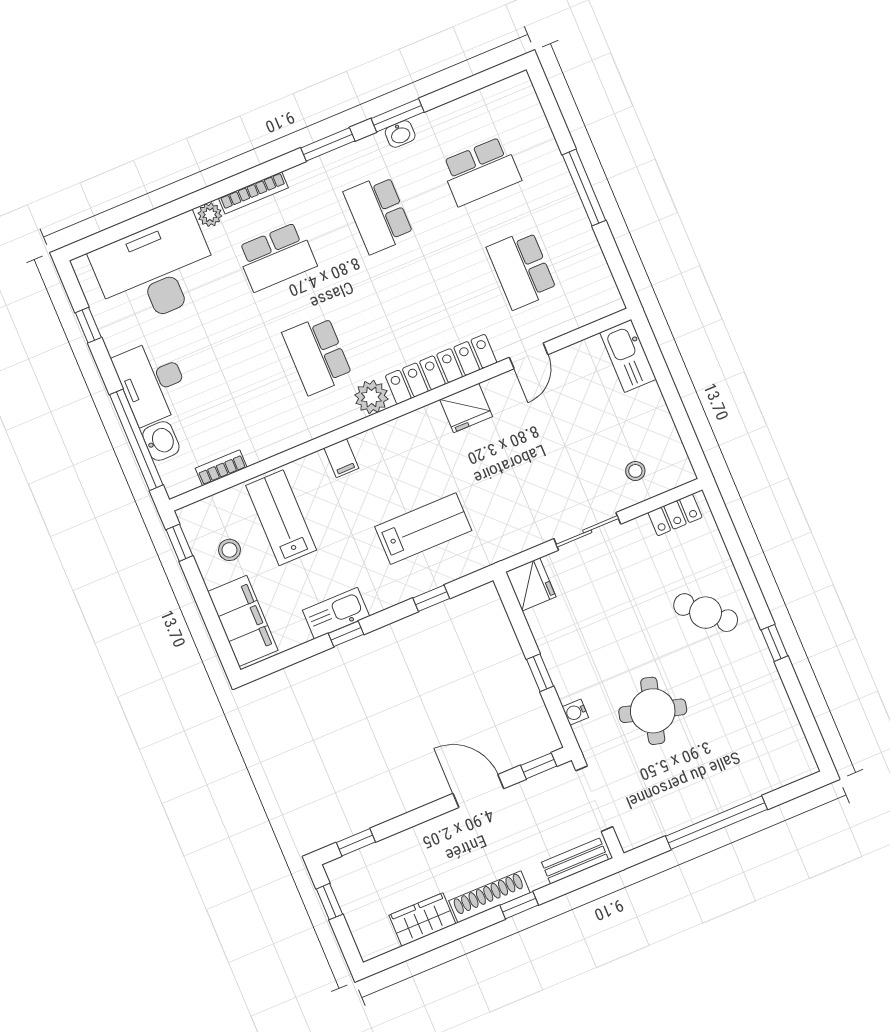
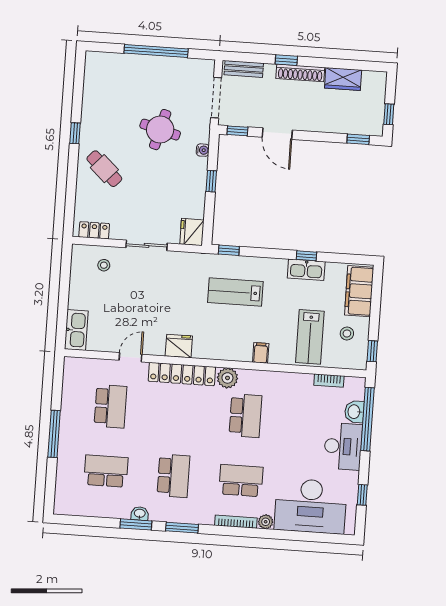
window: (431, 598) -> (229, 250), moved

